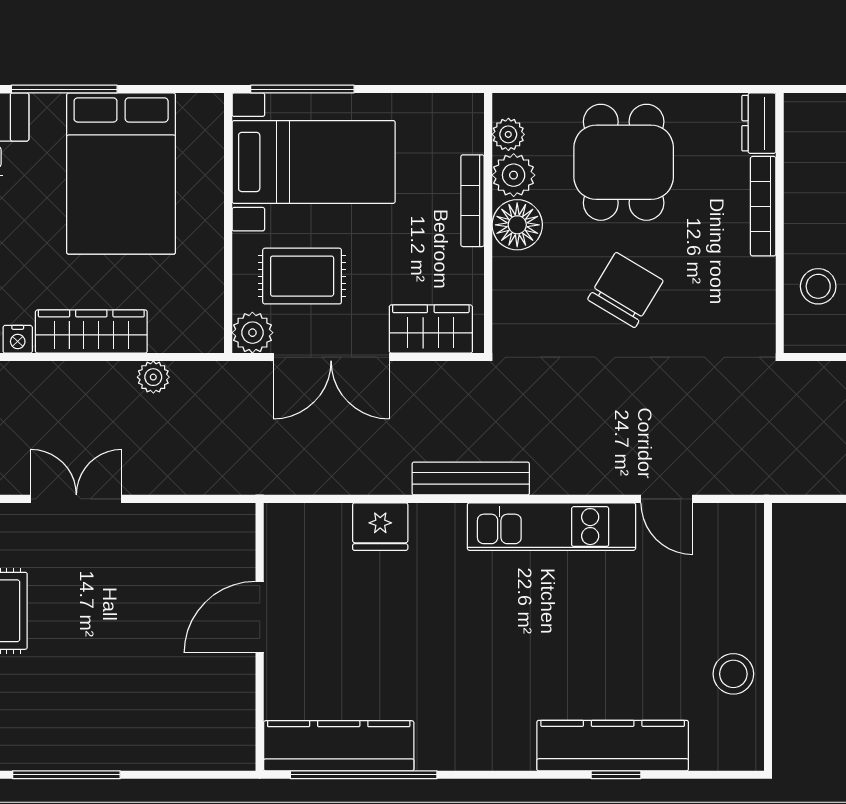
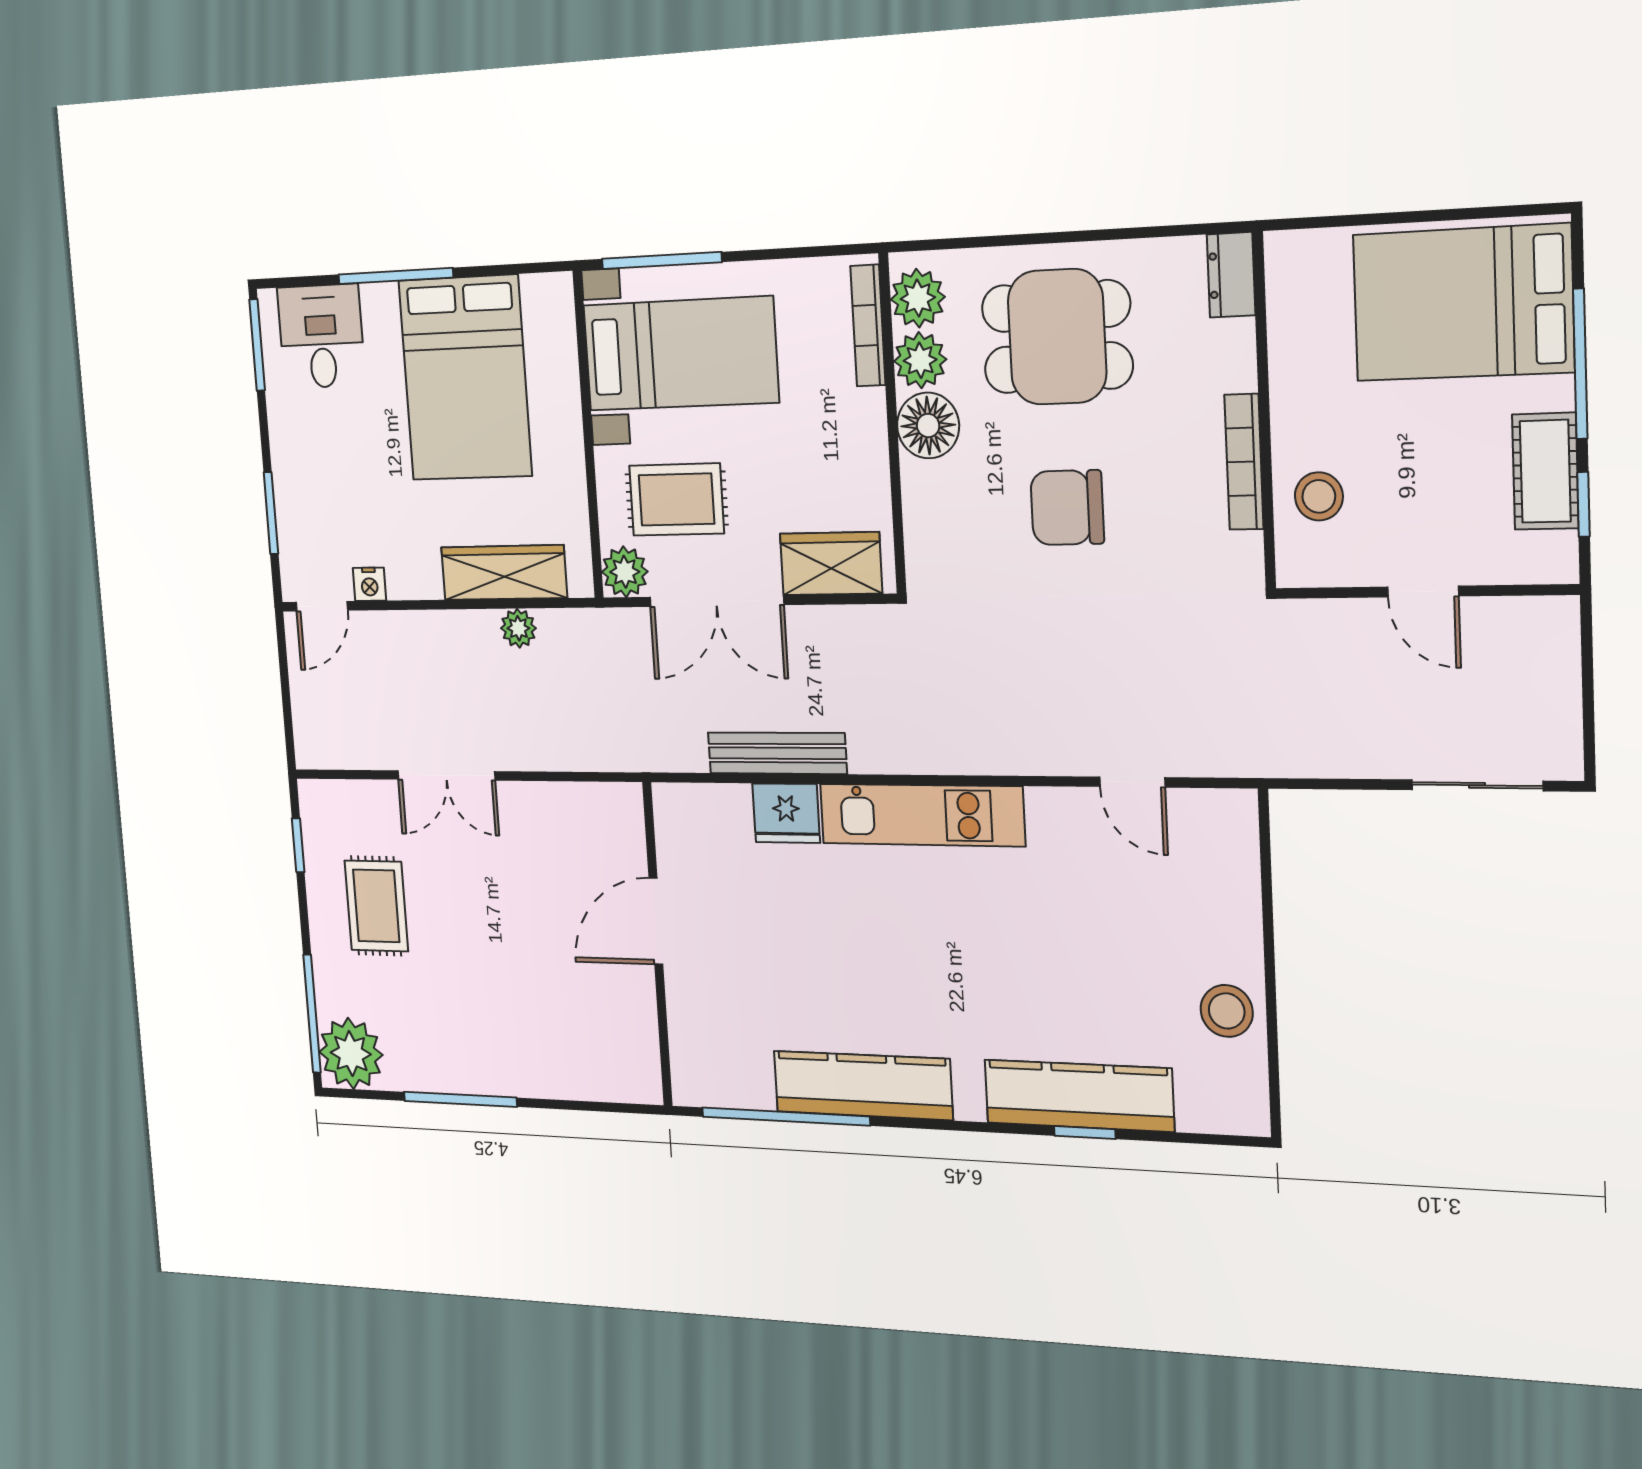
plant: (508, 134) -> (918, 298), width x1.38, depth x1.38
dining table: (624, 162) -> (1057, 337), turned 90
bookcase: (473, 201) -> (868, 326), moved
bookcase: (763, 206) -> (1244, 462), moved
chair: (625, 290) -> (1067, 508), turned -121
wardrobe: (91, 332) -> (504, 573), moved
bench: (471, 479) -> (777, 753), moved
double door: (76, 499) -> (446, 775), swing flipped
kitchen unit: (551, 527) -> (922, 815), moved
kitchen counter: (339, 746) -> (863, 1085), moved

